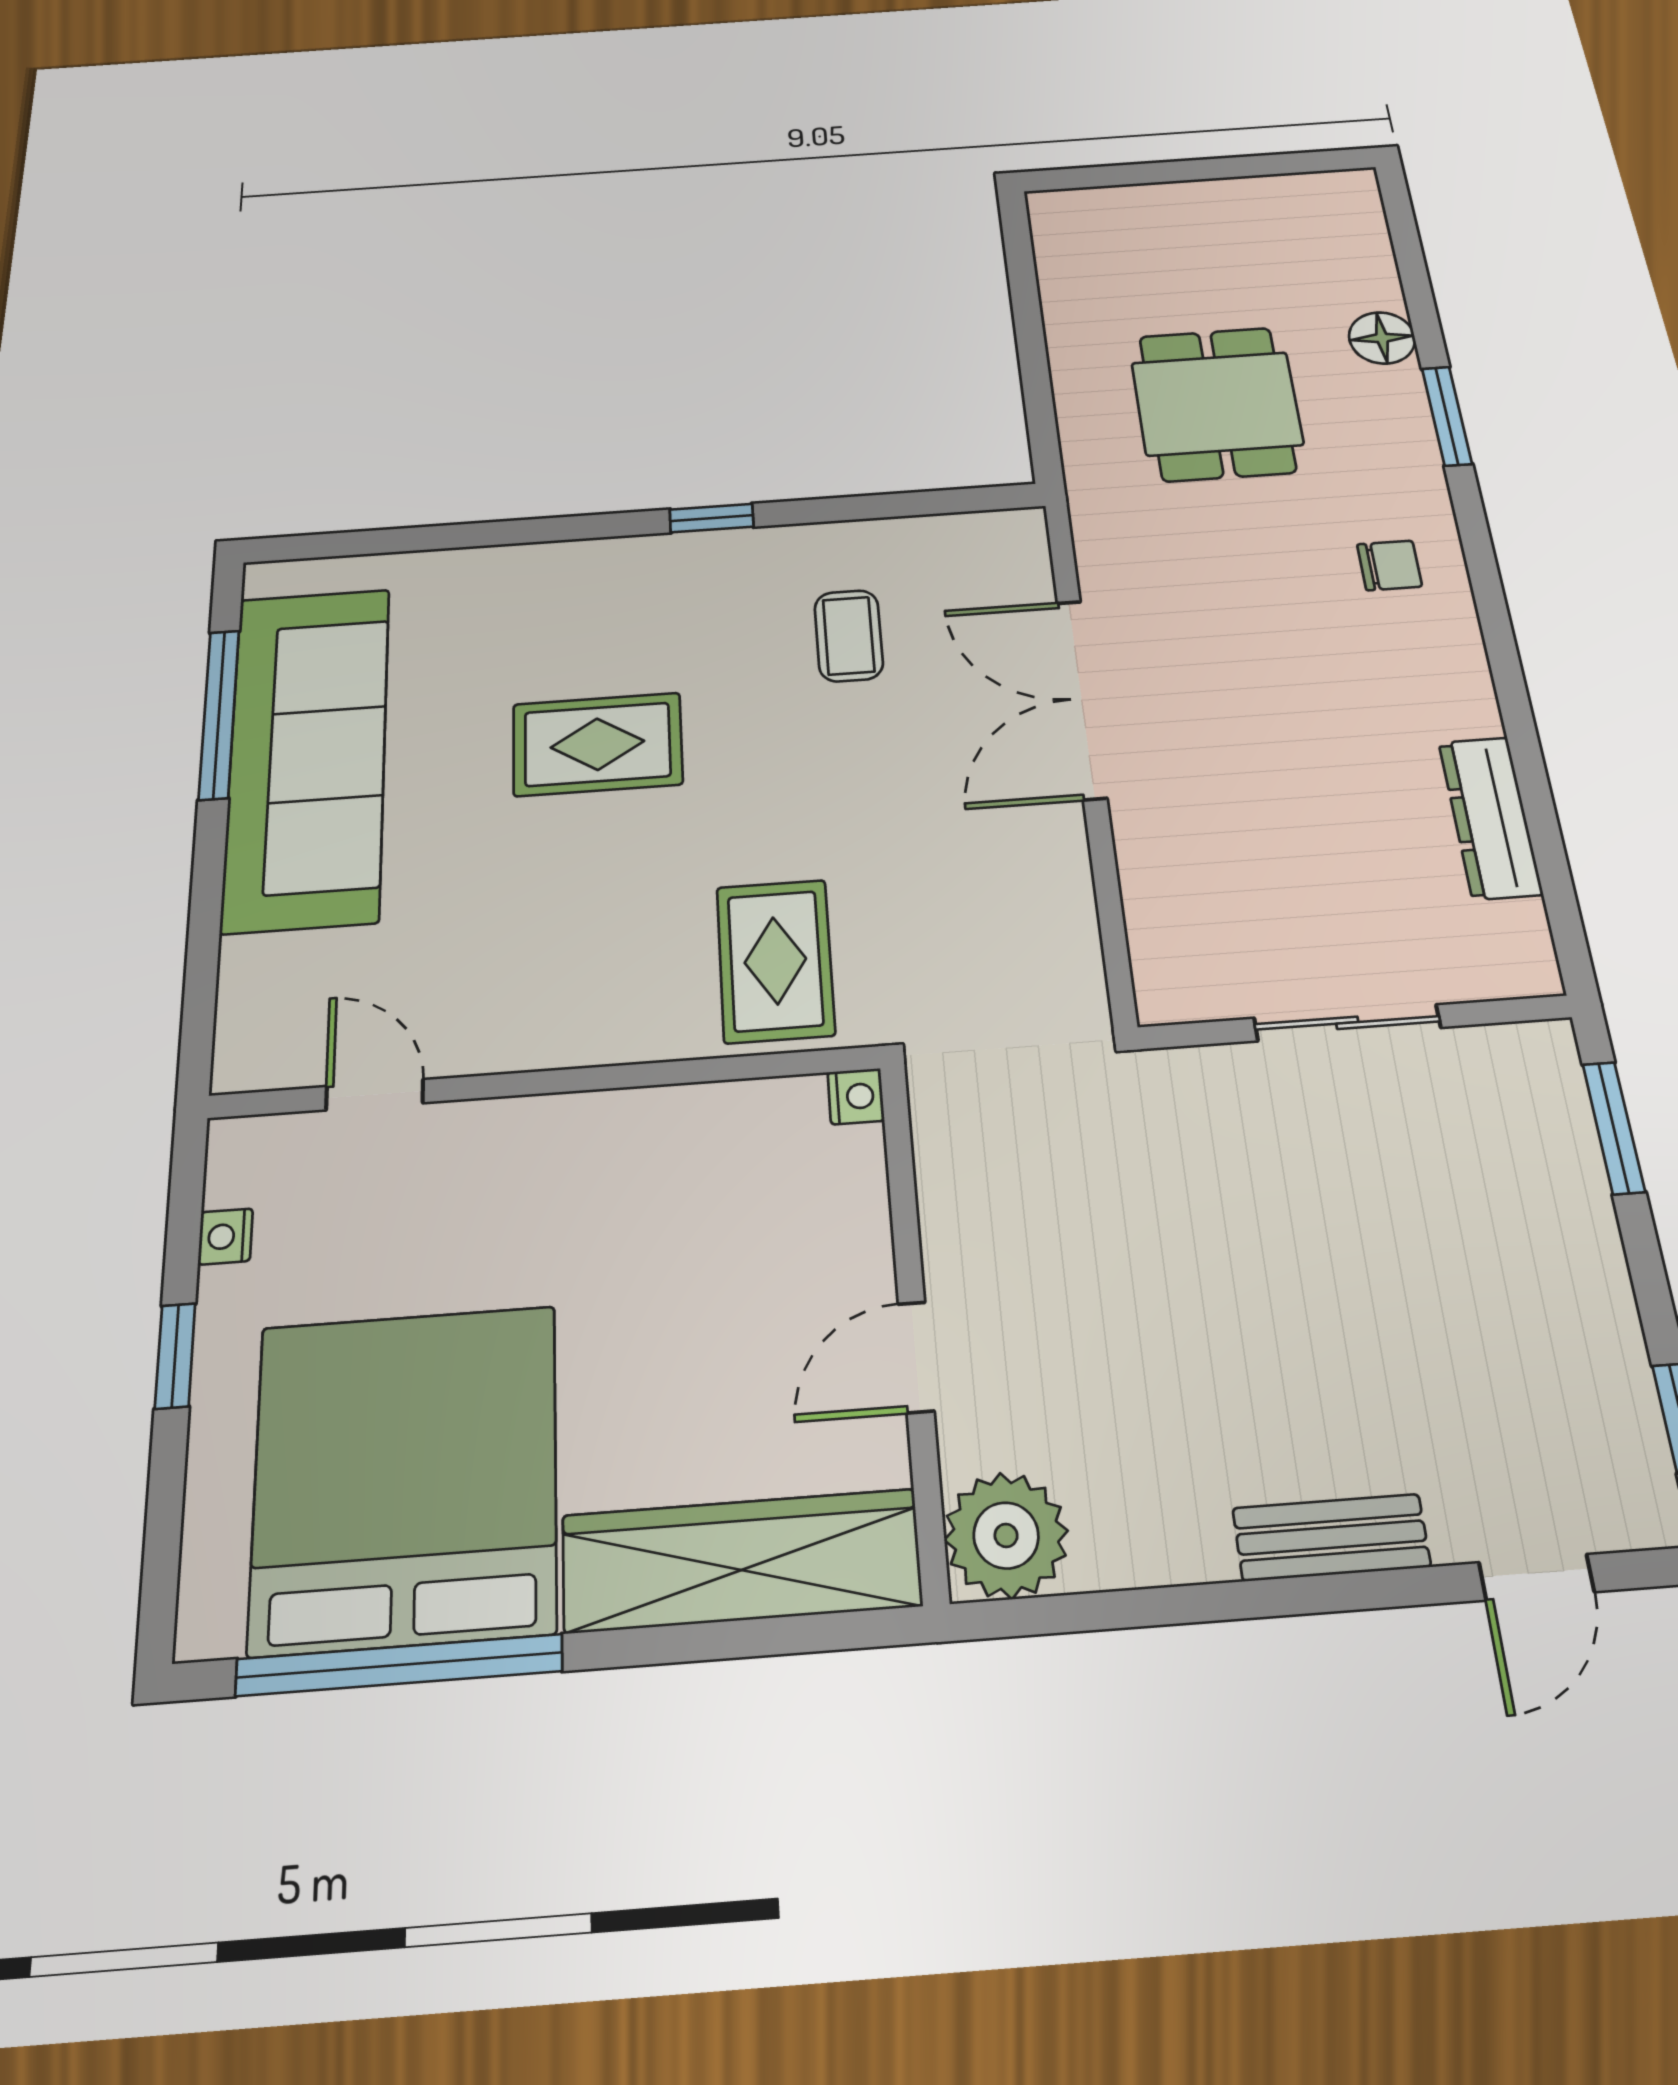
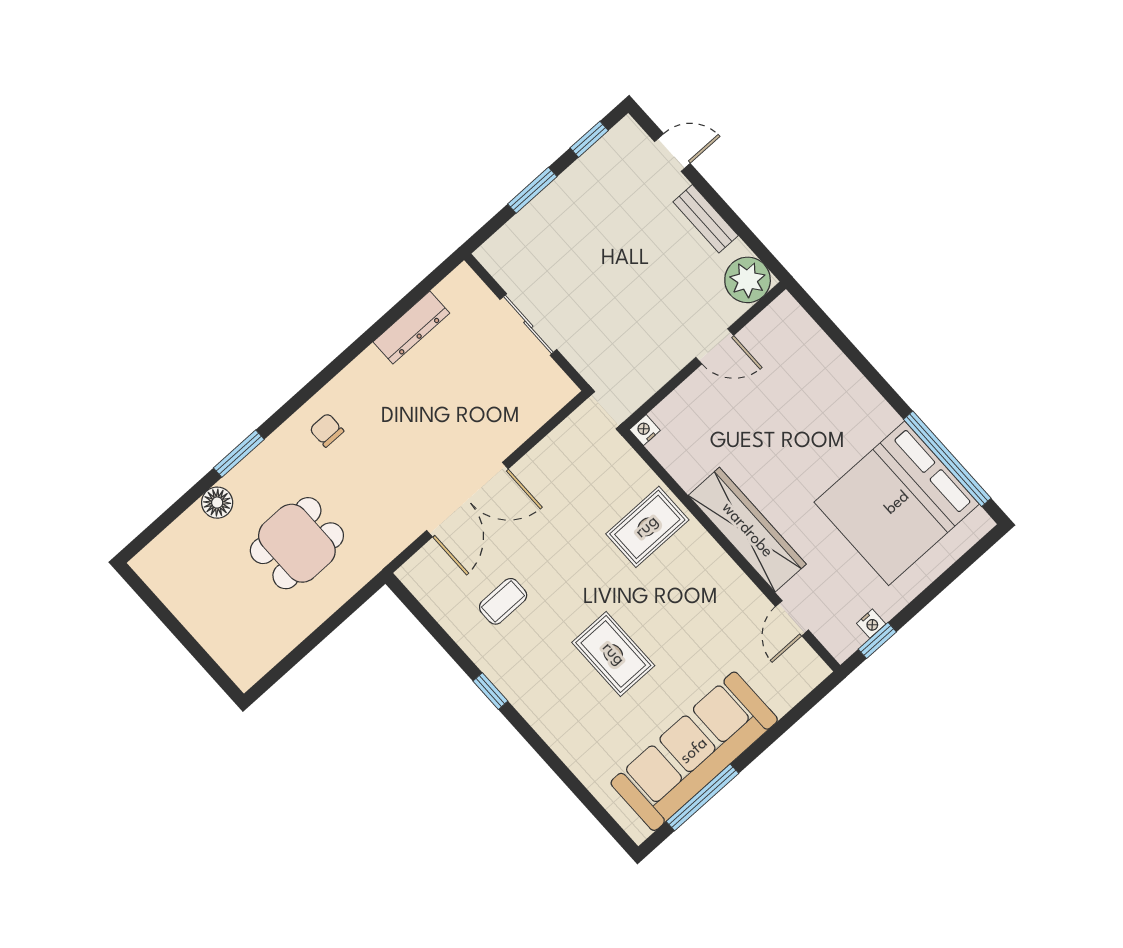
nightstand: (856, 1096) -> (645, 430), moved
window: (1614, 1128) -> (532, 190), moved
wall: (913, 1322) -> (704, 356), moved
window: (175, 1356) -> (877, 640), moved
door: (916, 1357) -> (715, 346), moved
plant: (1006, 1535) -> (748, 280), moved
wardrobe: (741, 1561) -> (747, 530), moved, turned 180

